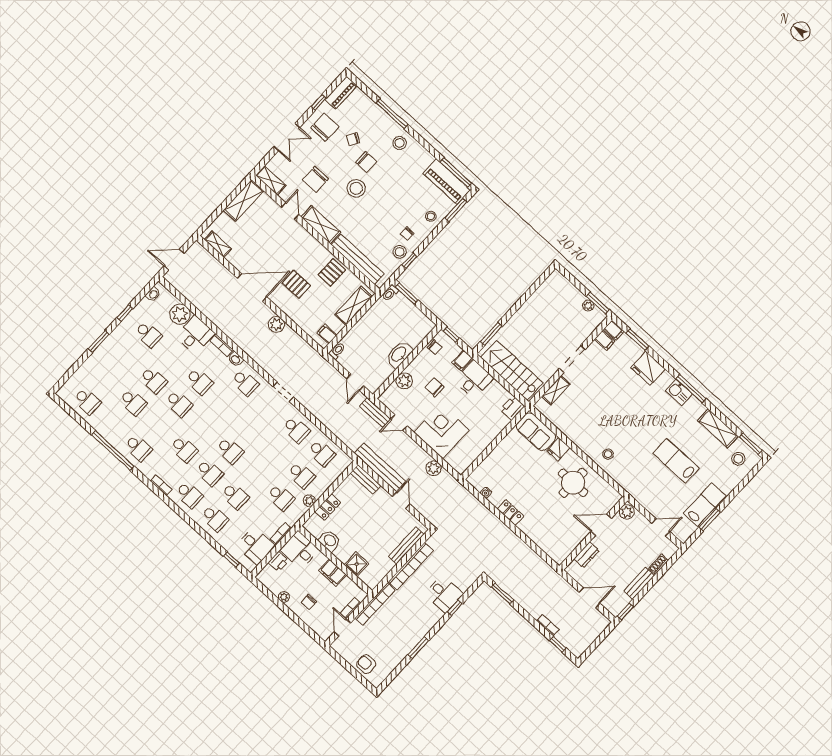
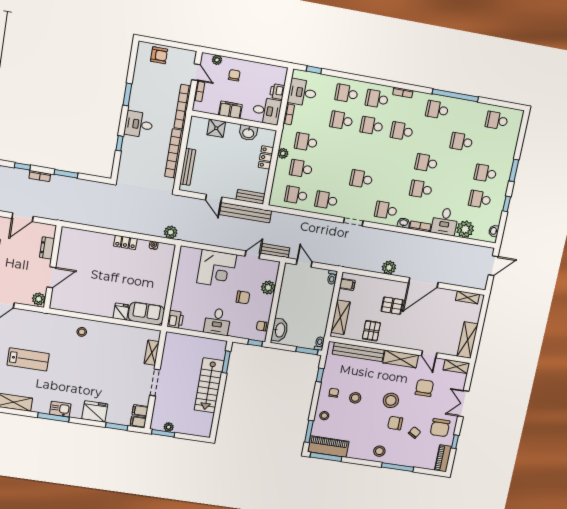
stool: (400, 252) -> (355, 398), moved
washbasin: (399, 354) -> (280, 330), moved
filing cabinet: (462, 360) -> (235, 330), removed
stairs: (512, 370) -> (209, 385), moved, turned 90
school desk: (153, 380) -> (485, 173), moved
school desk: (230, 450) -> (361, 179), moved
plant: (434, 468) -> (171, 232), moved
round table: (573, 483) -> (93, 294), removed
desk: (444, 594) -> (139, 124), moved
window: (503, 594) -> (66, 174), moved
plant: (284, 597) -> (217, 60), moved

